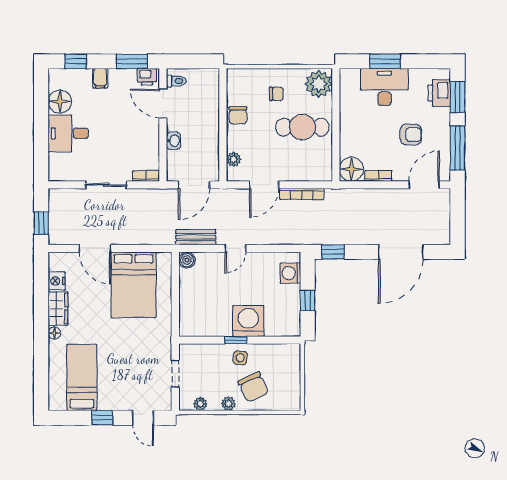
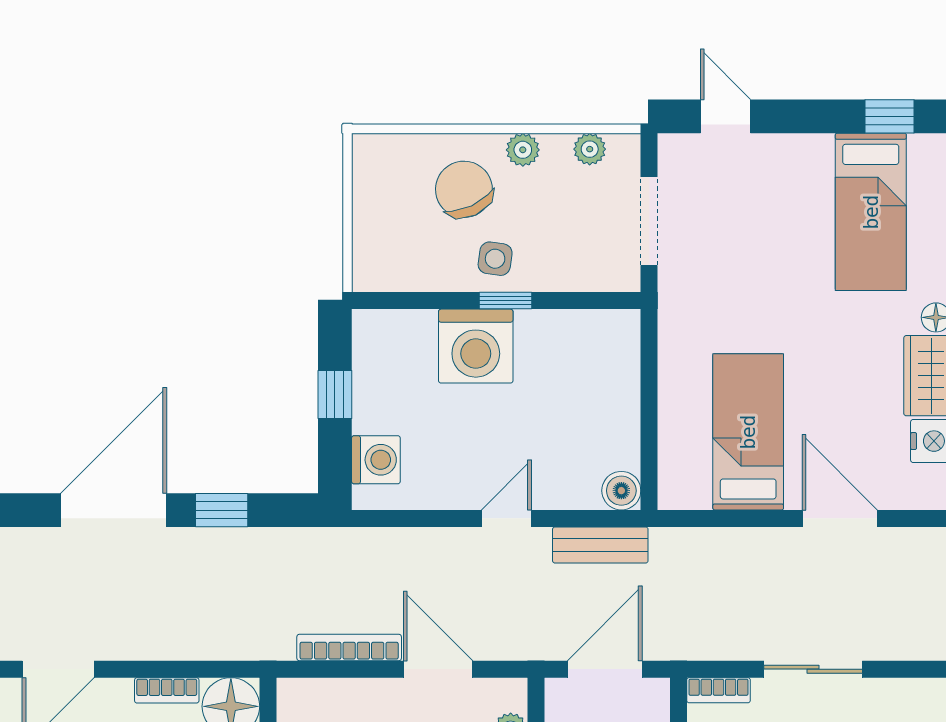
door: (264, 185) -> (438, 669), hinge flipped
window: (333, 252) -> (222, 510), moved
bed: (134, 285) -> (748, 432), width x0.67
doorway: (175, 374) -> (649, 221), width x1.38
window: (102, 418) -> (890, 116), moved

